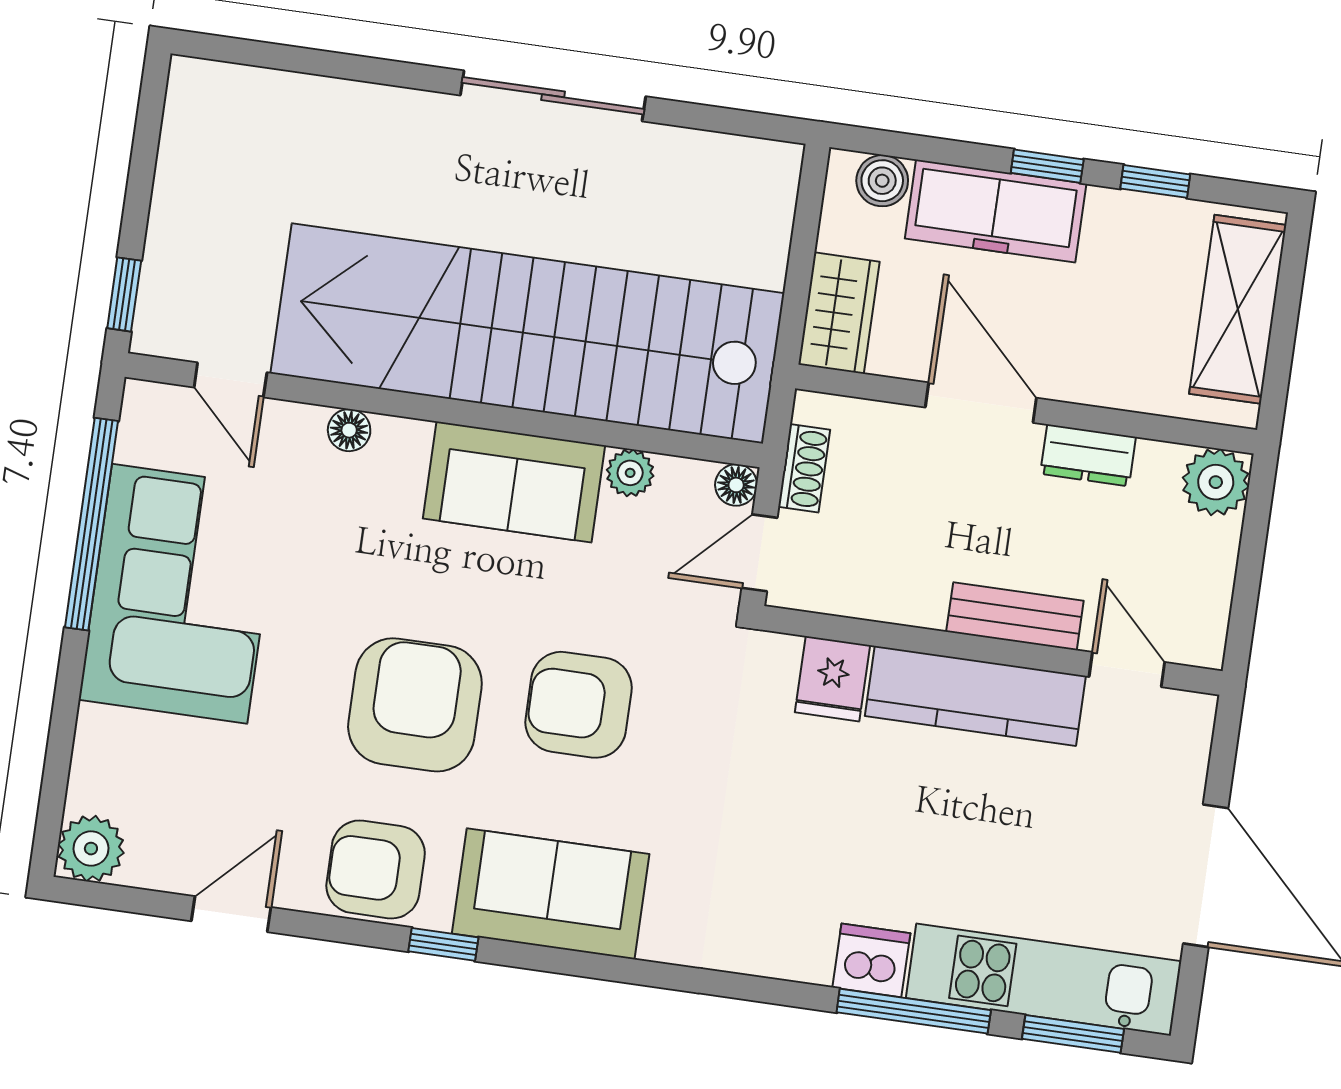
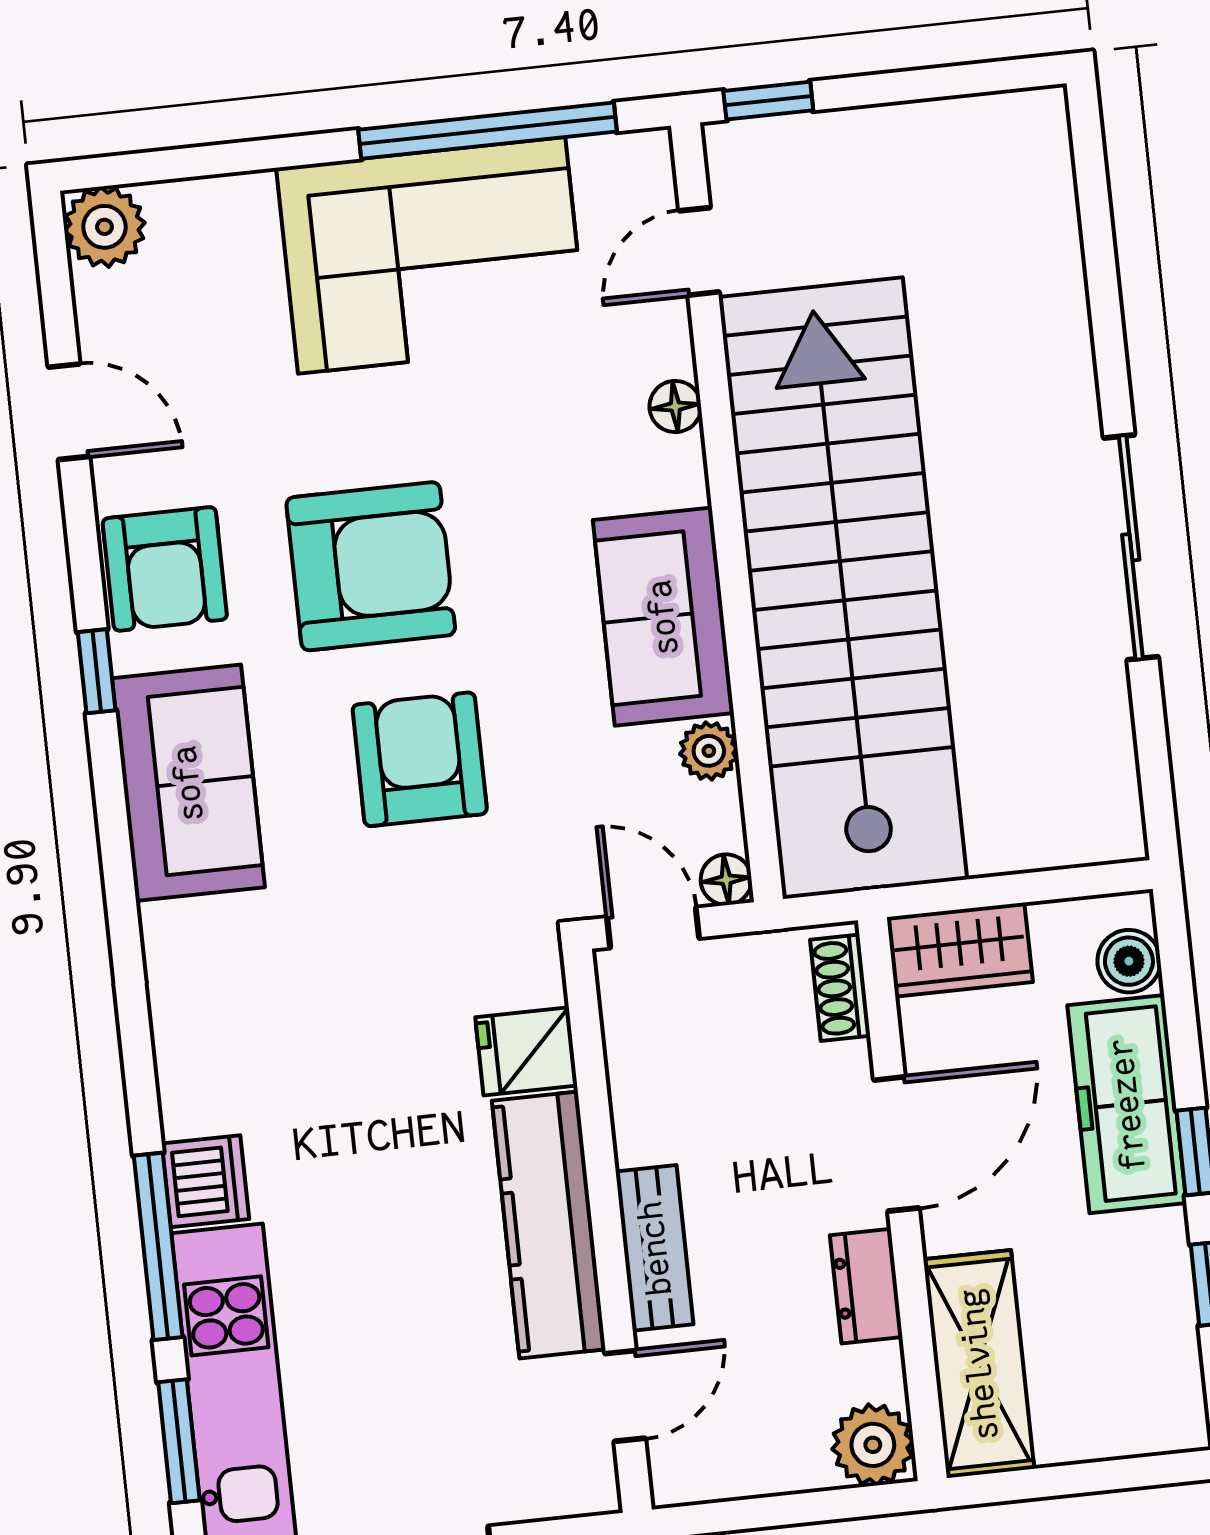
shelving: (1238, 309) -> (979, 1364), moved, turned 90
shoe rack: (804, 468) -> (840, 988), moved, turned 90
armchair: (376, 869) -> (165, 569), turned 180

